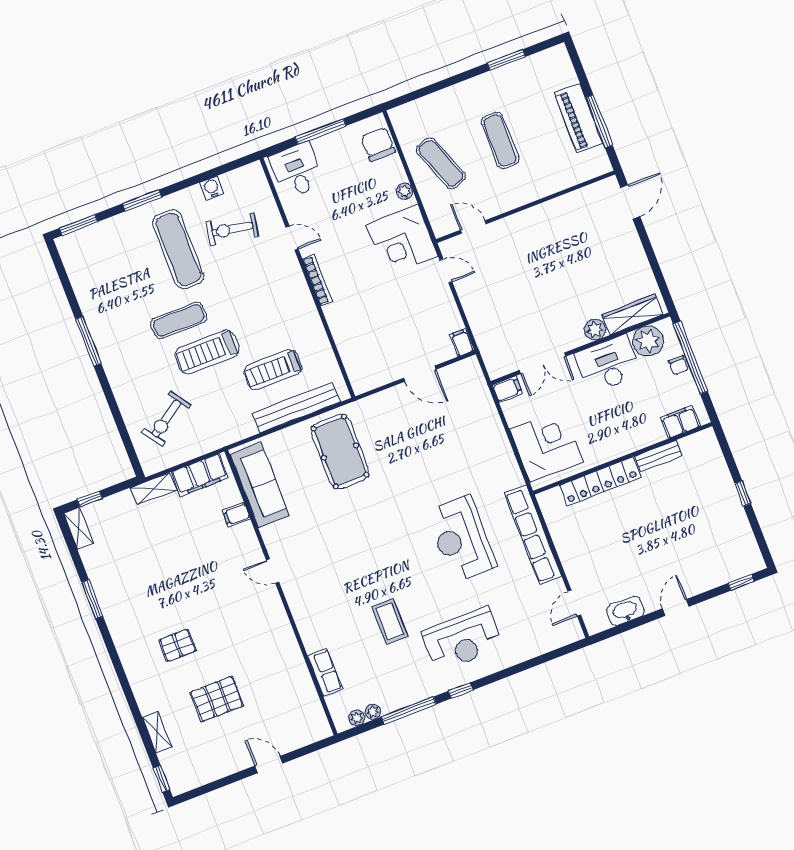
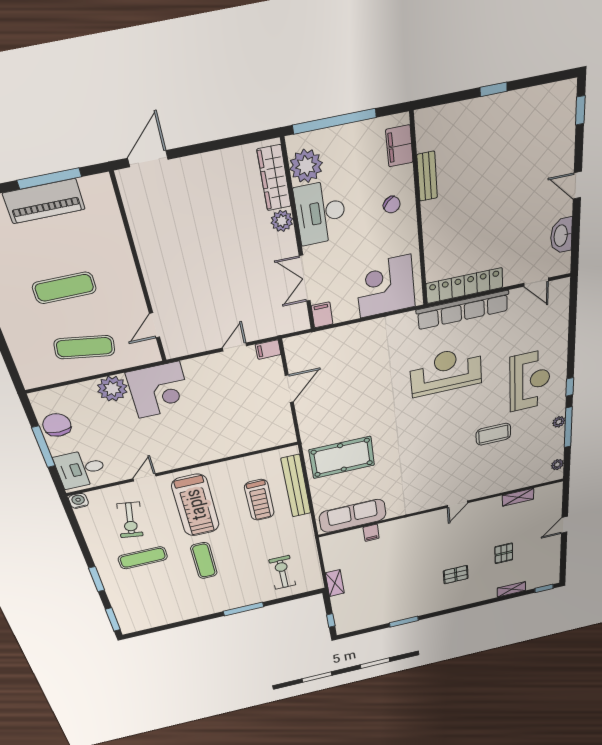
chair: (378, 144) -> (57, 425), moved, turned 90
exercise mat: (441, 163) -> (84, 347), turned 30
water cooler: (212, 188) -> (78, 501), moved, turned 90
plant: (404, 191) -> (112, 389), width x1.87, depth x1.87
door: (630, 202) -> (148, 159), hinge flipped
exercise mat: (178, 249) -> (143, 558), width x0.73, depth x0.69
door: (446, 271) -> (235, 347), moved
bookcase: (317, 280) -> (186, 461), removed
window: (88, 341) -> (243, 609), moved
treadmill: (207, 352) -> (196, 505), moved, width x1.37, depth x1.38
double door: (543, 363) -> (305, 278), swing flipped
chair: (679, 365) -> (392, 205), moved, turned 48
exercise bike: (167, 419) -> (282, 572), turned -146
filing cabinet: (200, 475) -> (333, 554), removed
locker: (600, 481) -> (464, 286), moved, turned -90
shelving: (79, 528) -> (518, 497), moved
reception desk: (461, 539) -> (446, 371), turned 180
door: (273, 571) -> (457, 504), moved
pallet: (177, 645) -> (456, 575), turned 90
row of seats: (325, 672) -> (514, 483), removed
pallet: (217, 699) -> (504, 553), width x0.67, depth x0.71
plant: (373, 712) -> (559, 422), moved

